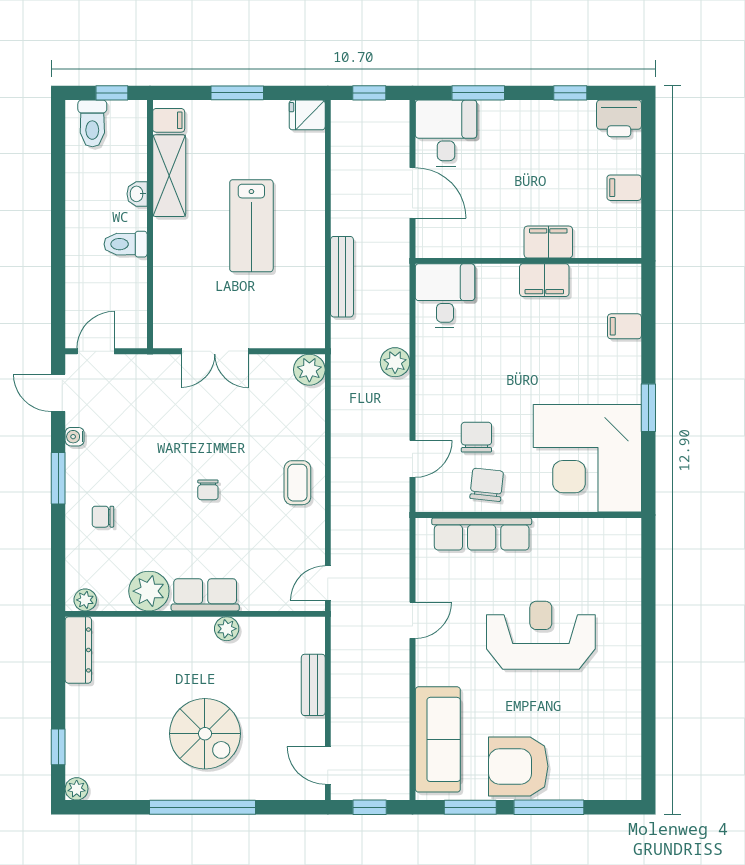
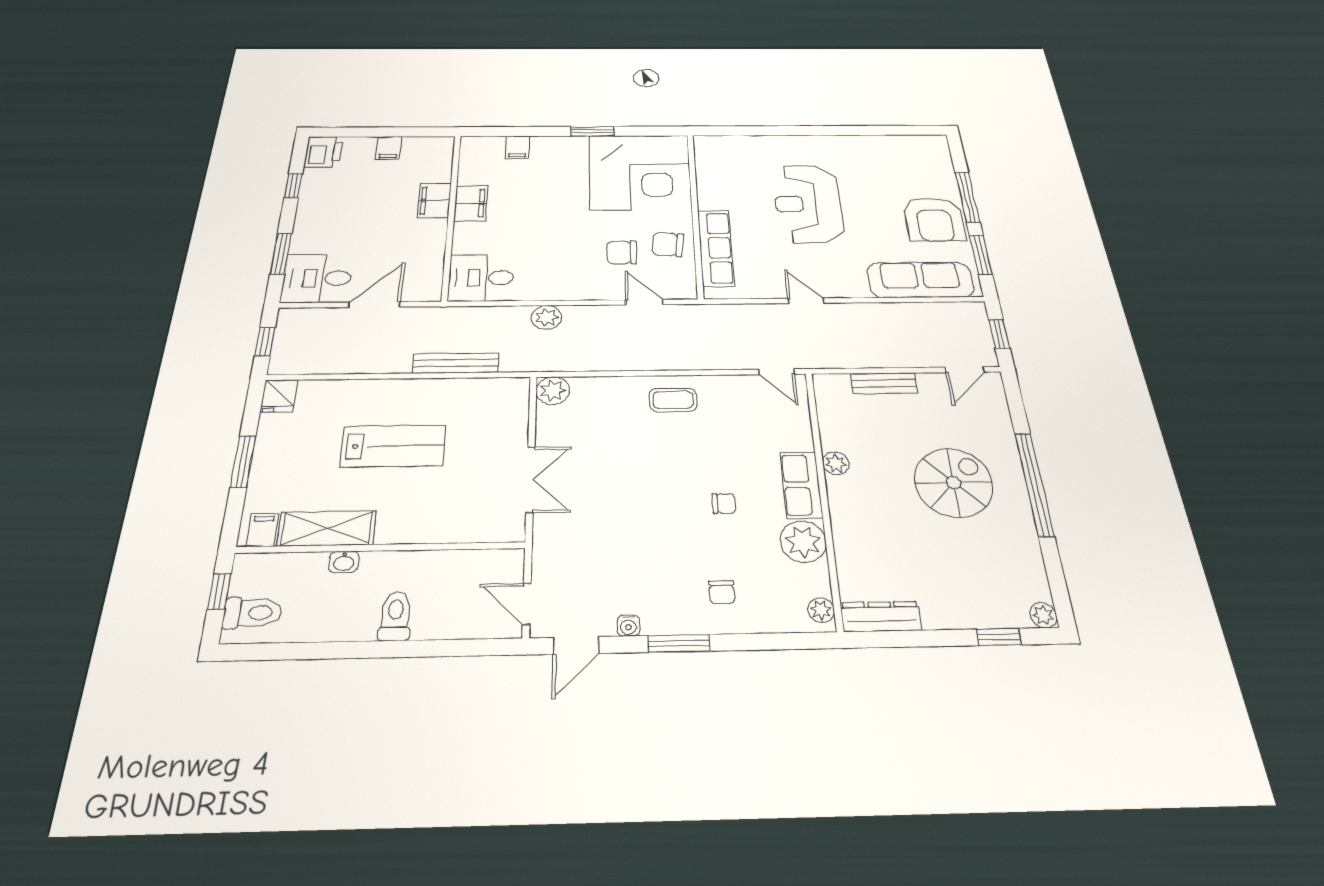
toilet: (126, 244) -> (395, 616), moved, turned 180
chair: (208, 490) -> (724, 503), moved

